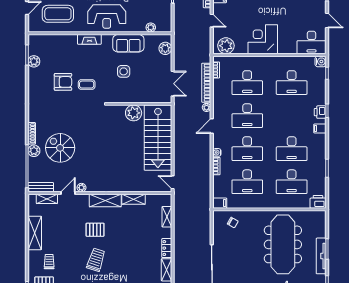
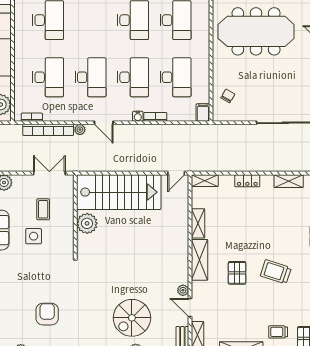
coffee table: (87, 85) -> (43, 209), moved
shelving: (167, 217) -> (205, 181), moved
locker: (167, 248) -> (247, 181), moved

